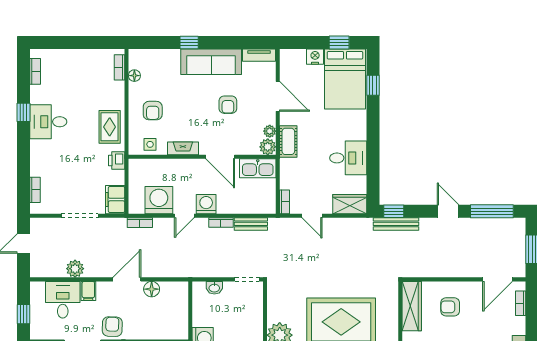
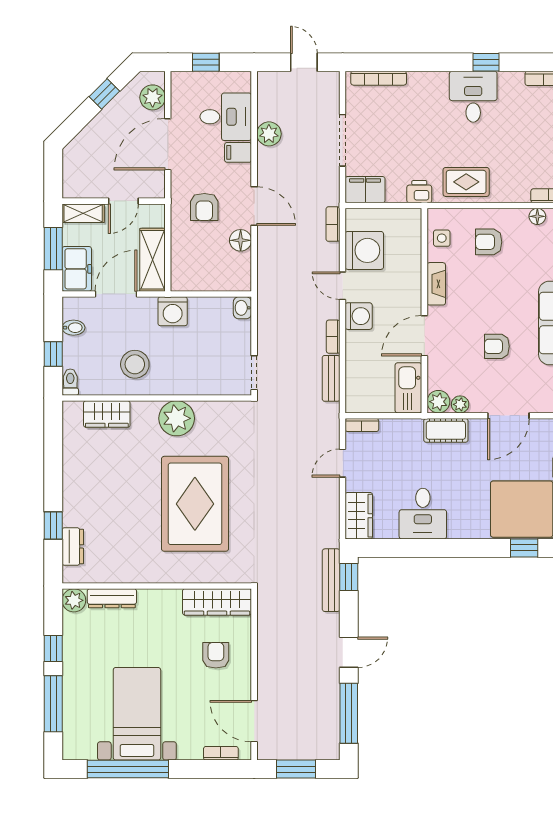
bookcase: (35, 190) -> (379, 78), width x1.56
washbasin: (214, 288) -> (242, 308), moved
armchair: (112, 327) -> (204, 207), moved, turned 88

